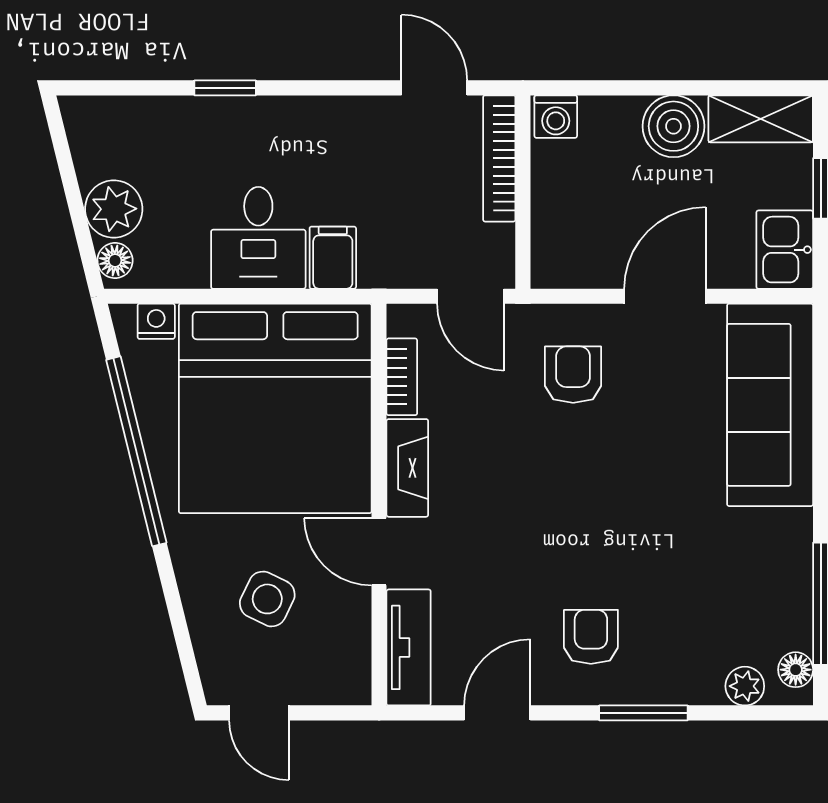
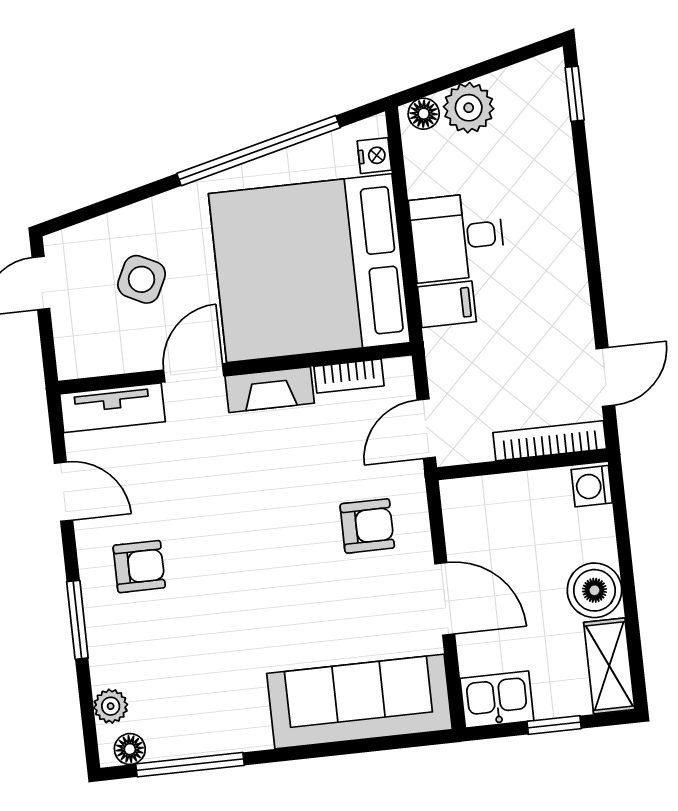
window: (225, 88) -> (575, 94), moved

